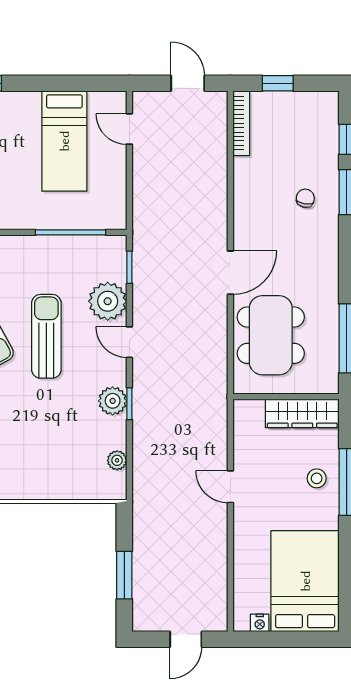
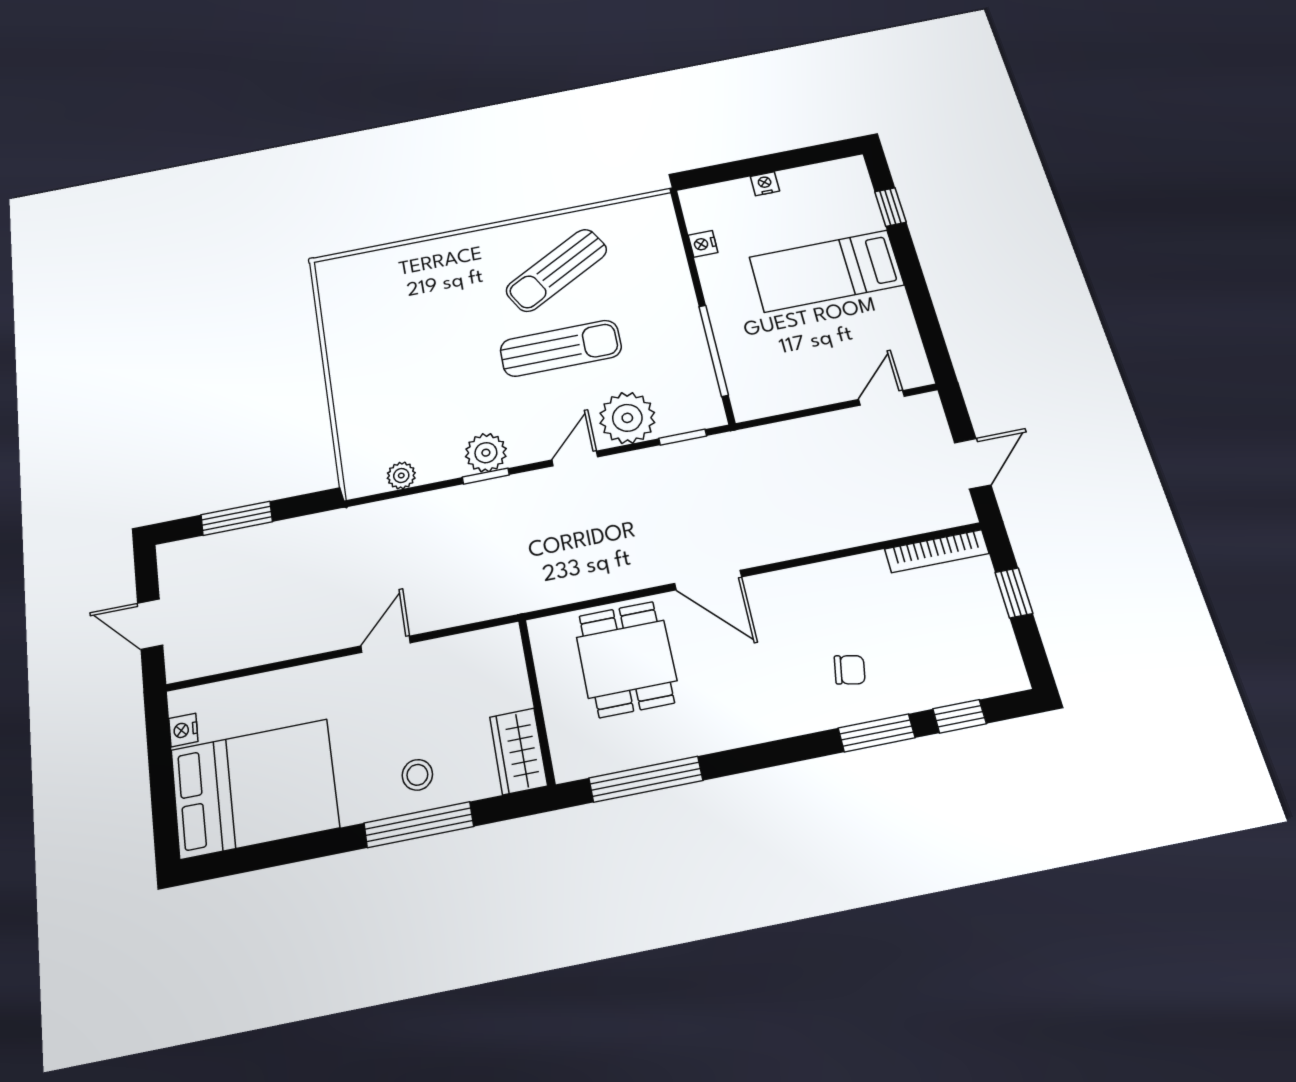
bed: (64, 141) -> (826, 271), moved
dining table: (271, 335) -> (626, 659), width x0.73
wardrobe: (302, 413) -> (518, 751), width x0.67

